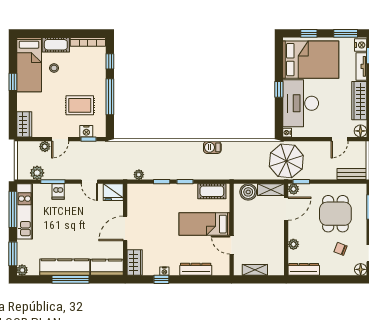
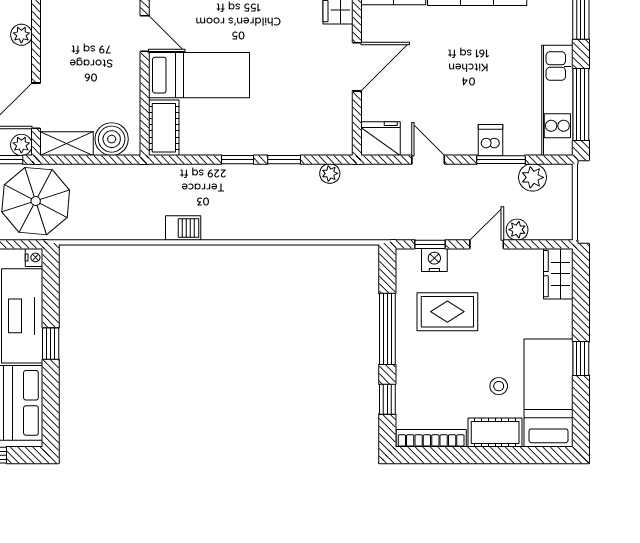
cot: (212, 191) -> (164, 128), moved, turned 90

